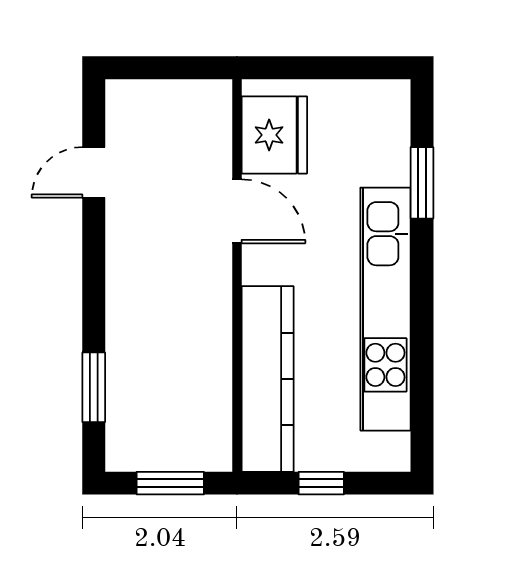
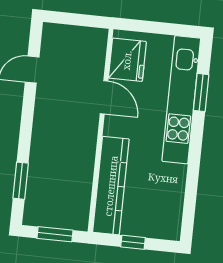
kitchen unit: (385, 309) -> (181, 100), moved

